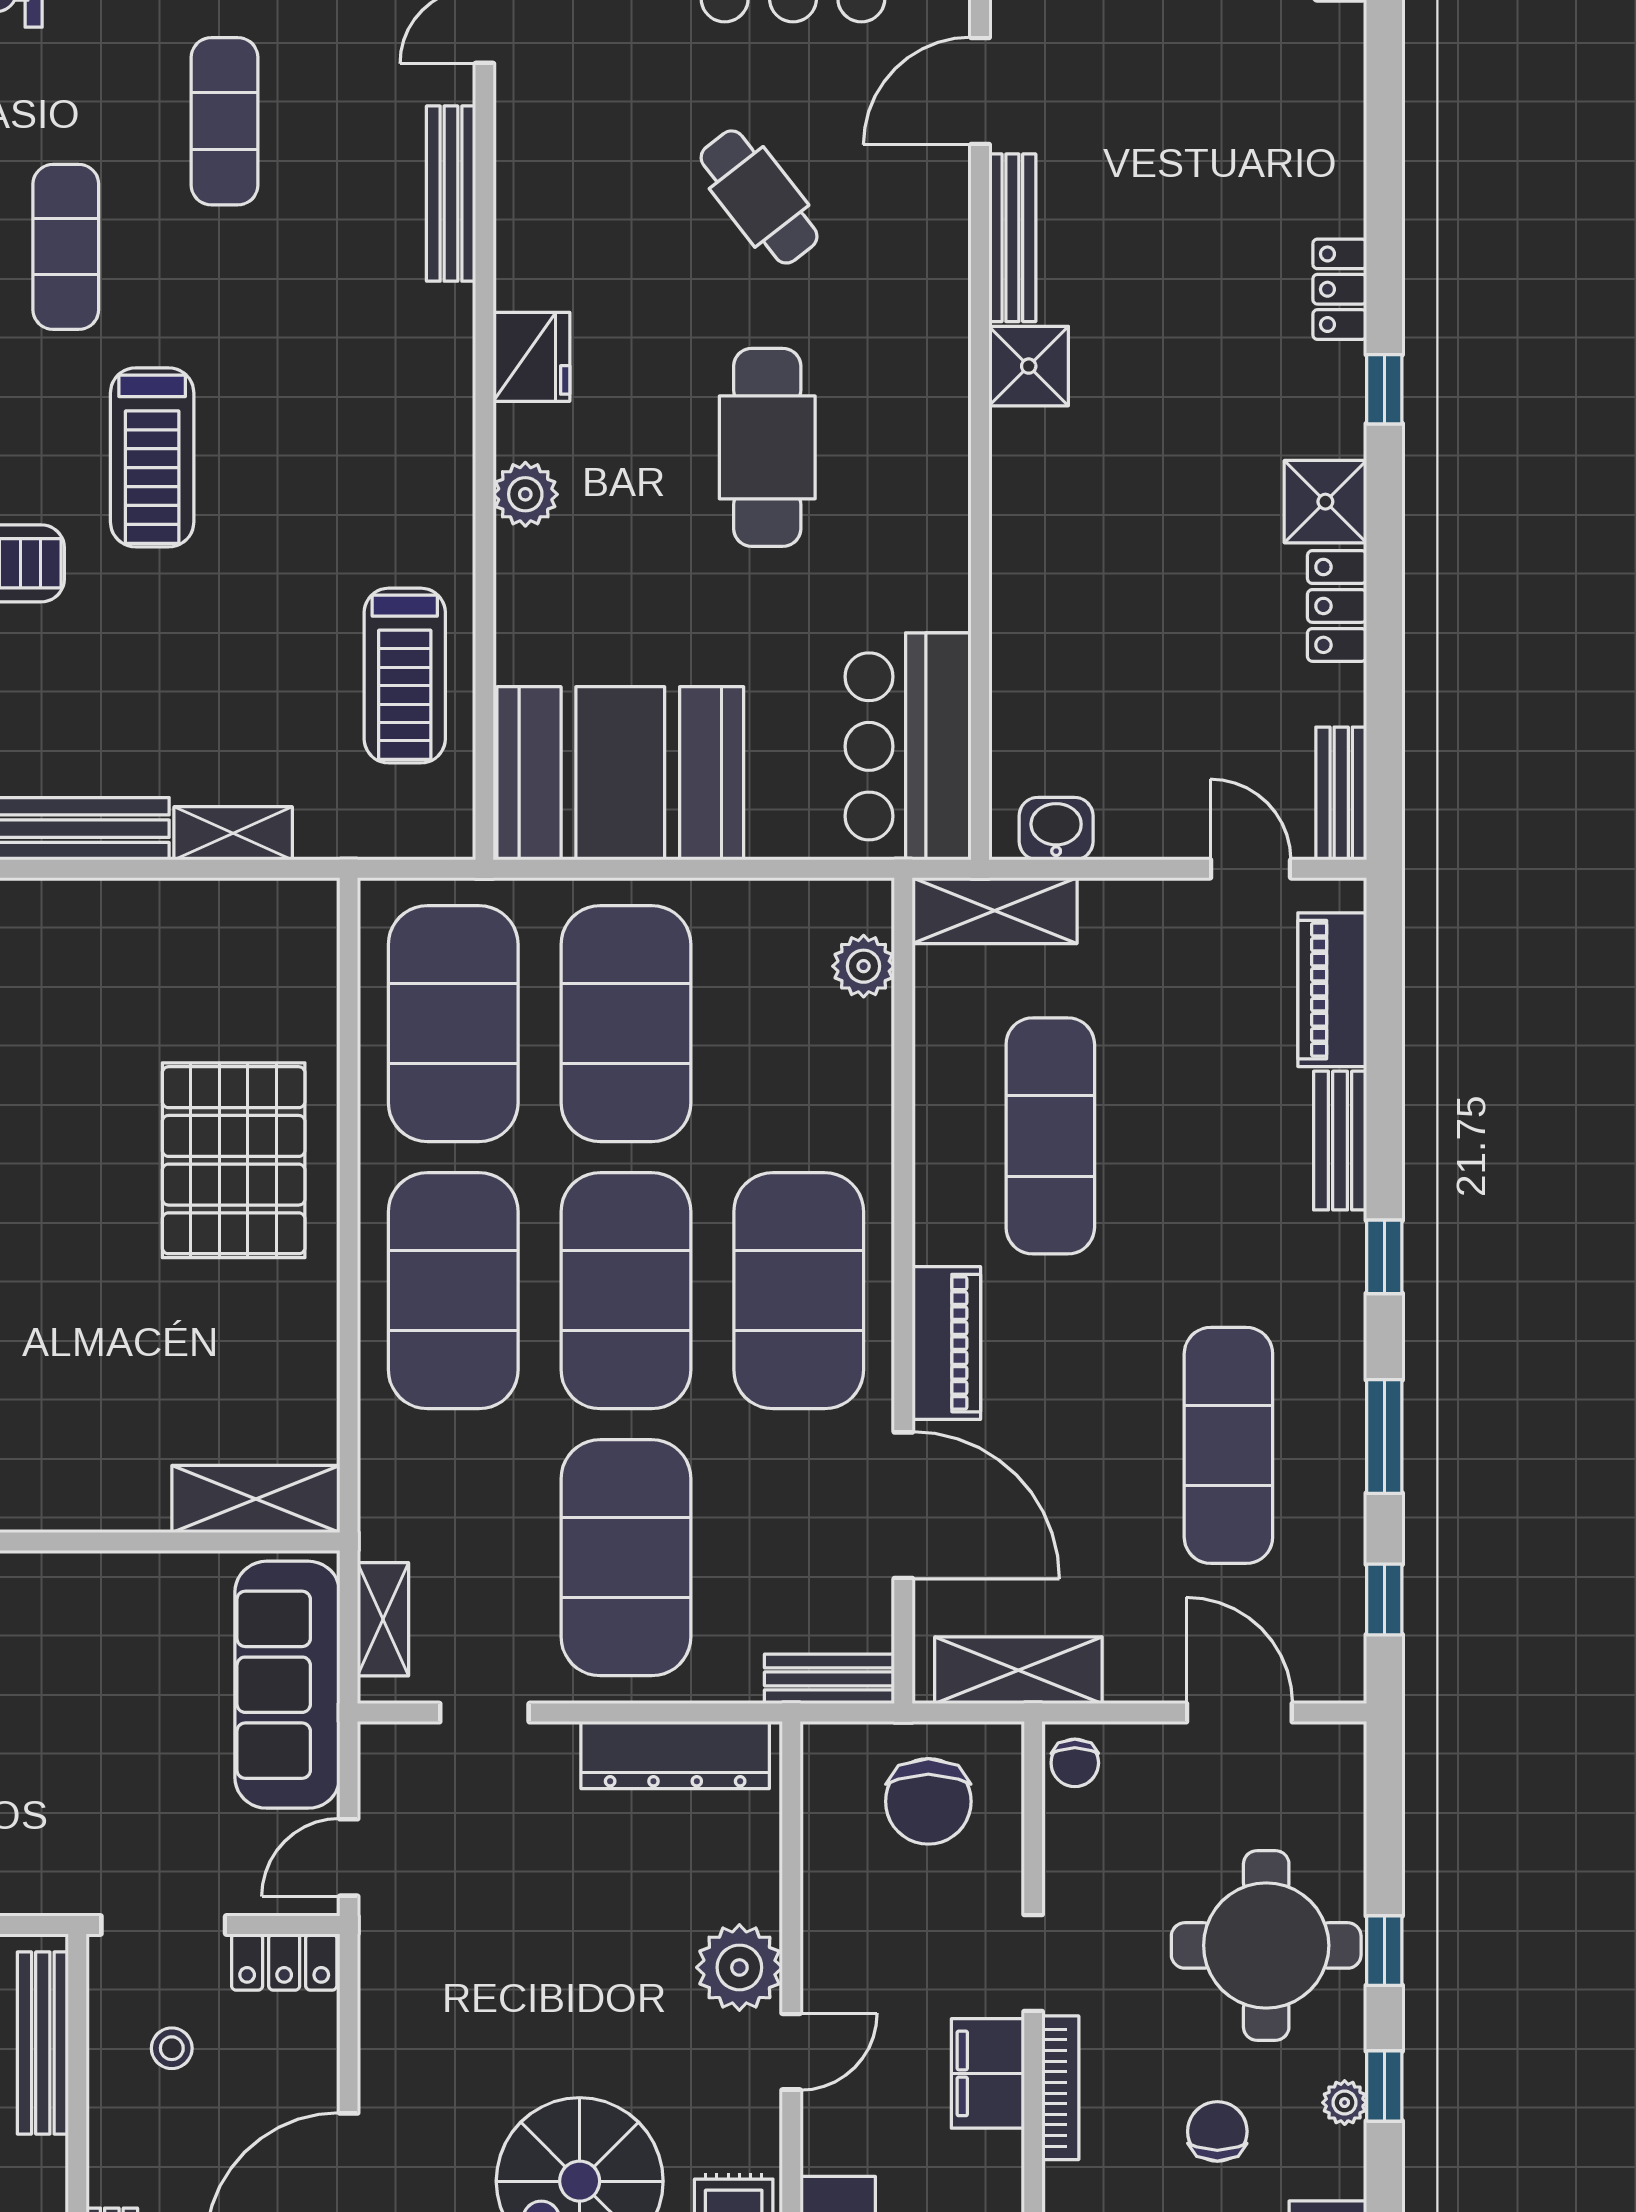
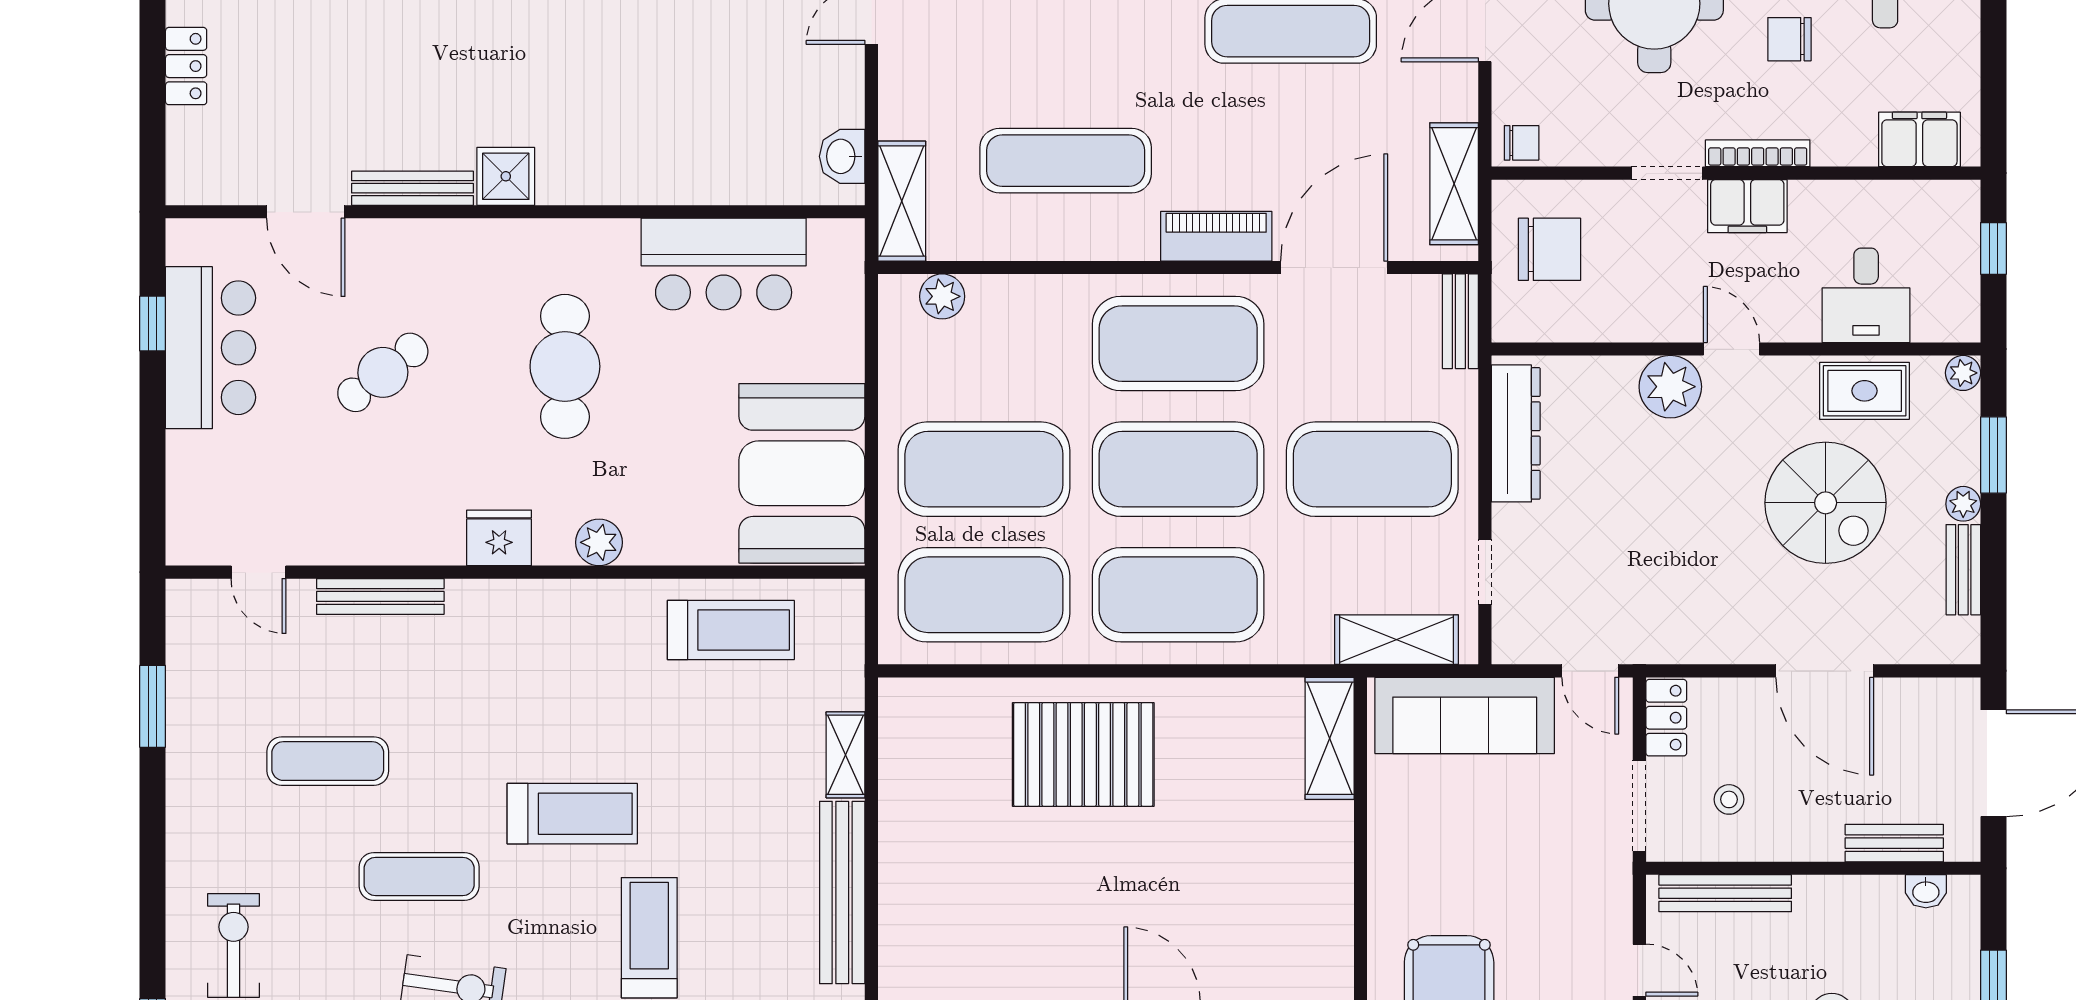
cafe table: (767, 447) -> (565, 366), turned 90
bar counter: (908, 746) -> (724, 264), moved
shelving: (383, 1619) -> (1396, 640), width x1.50, depth x1.33

